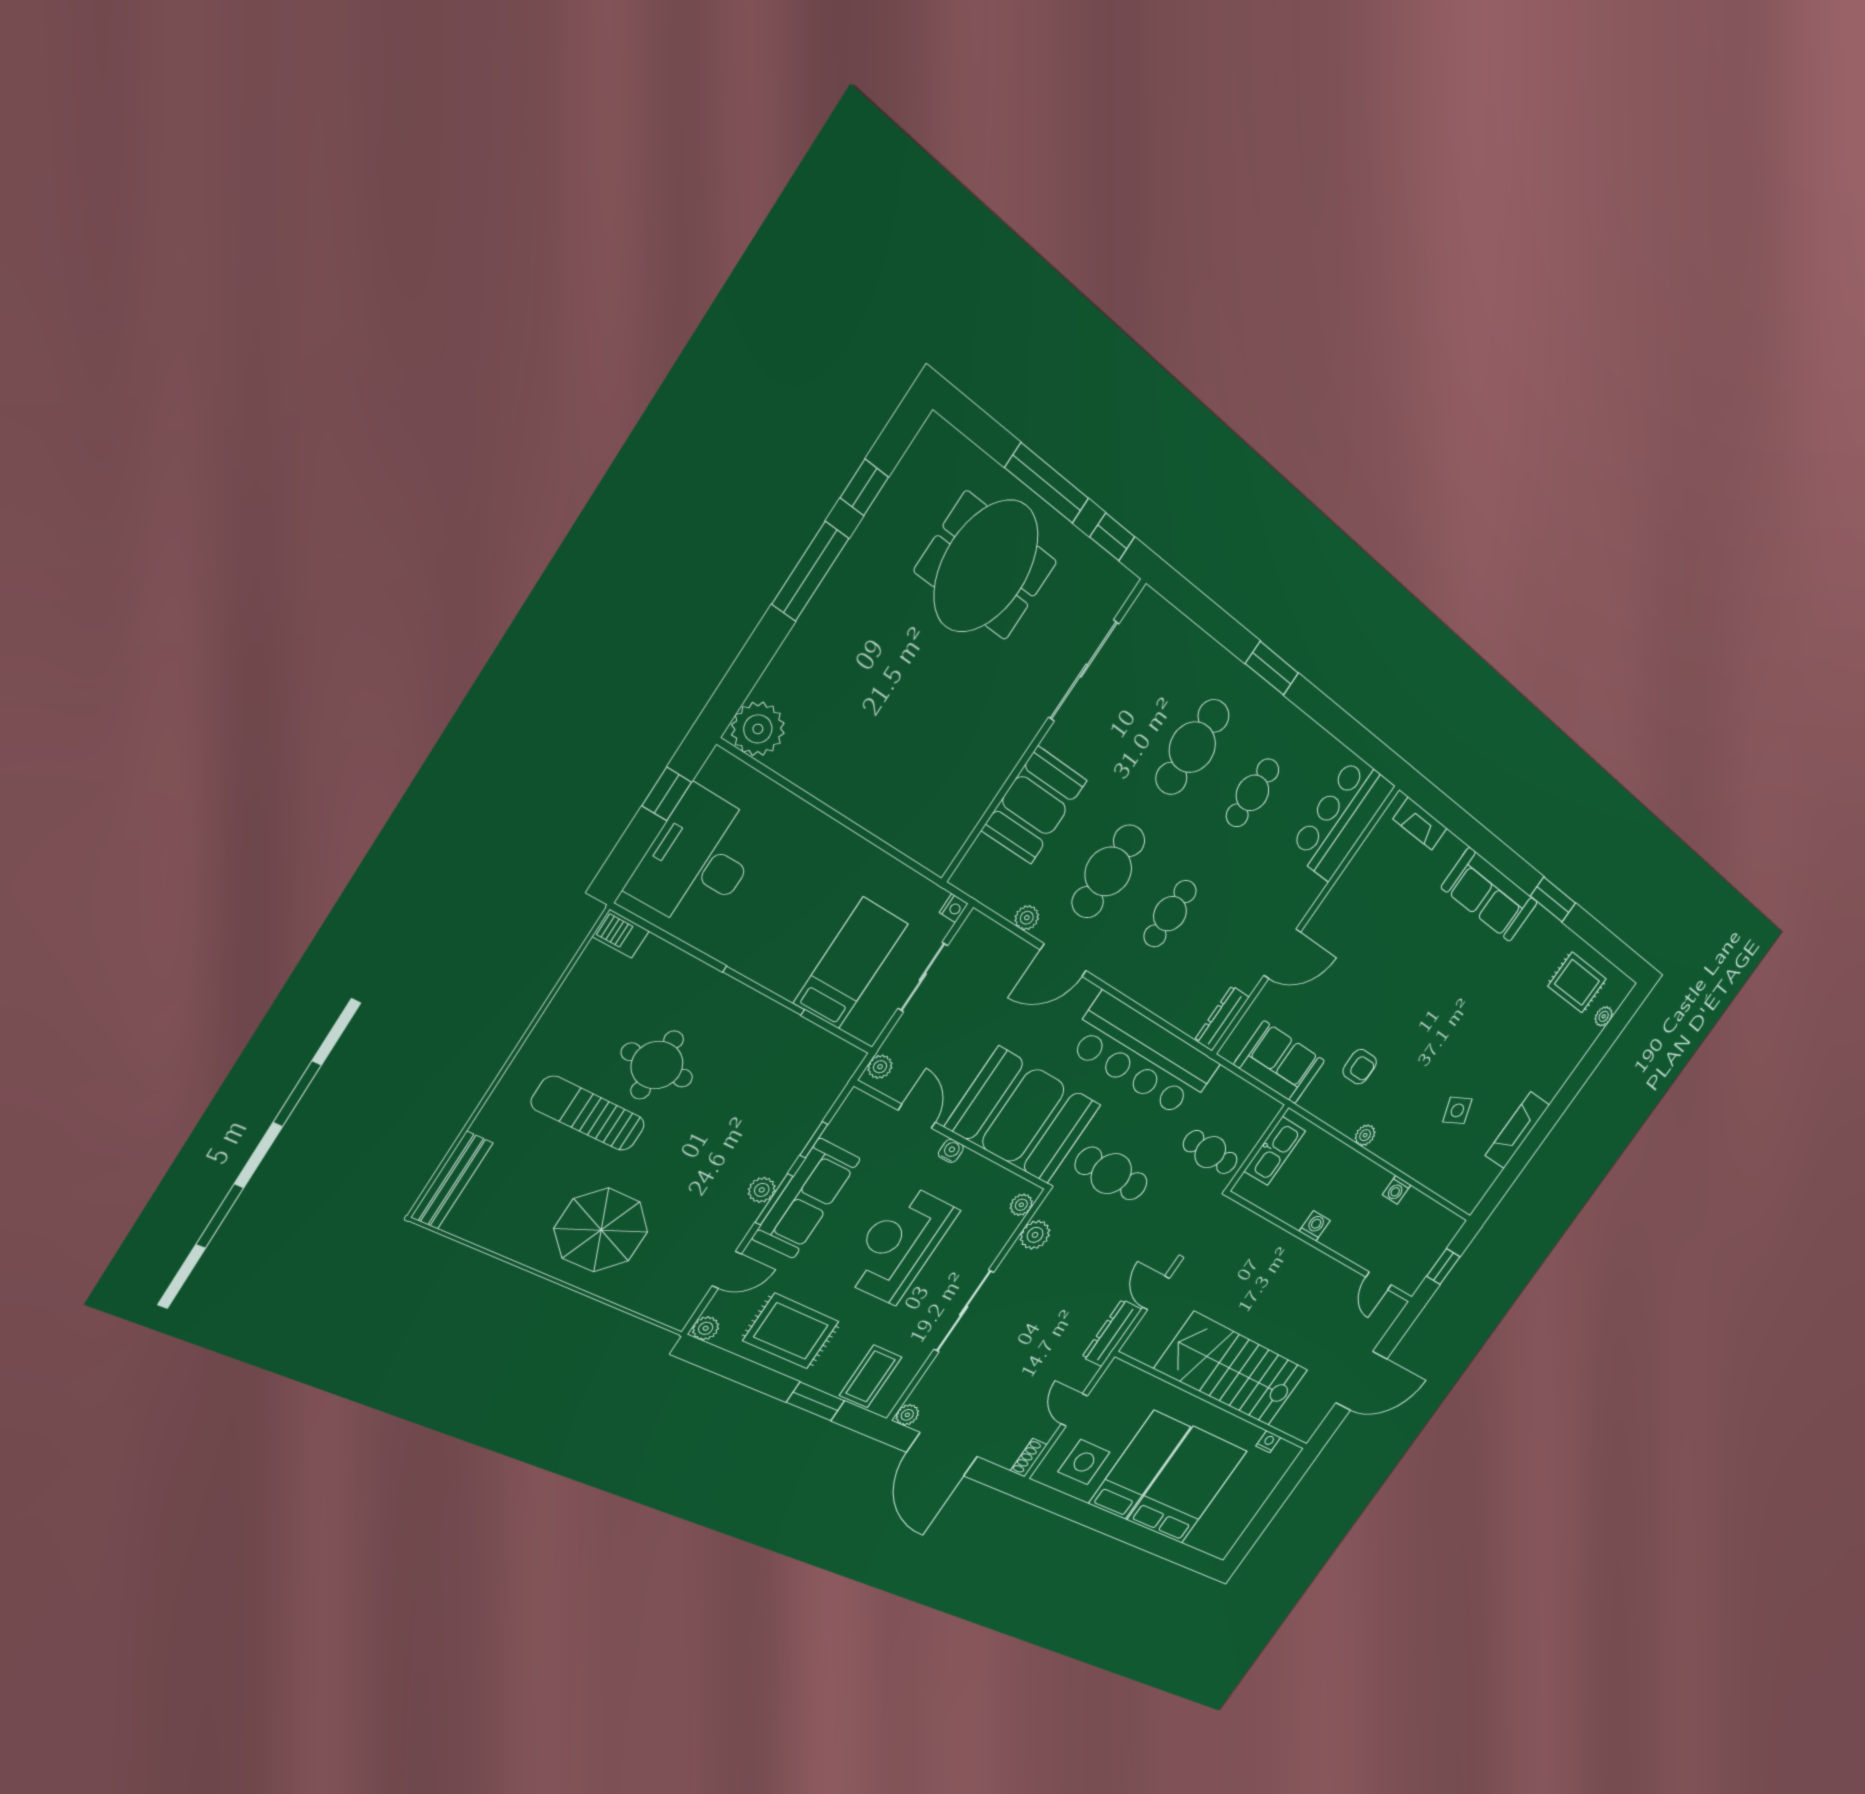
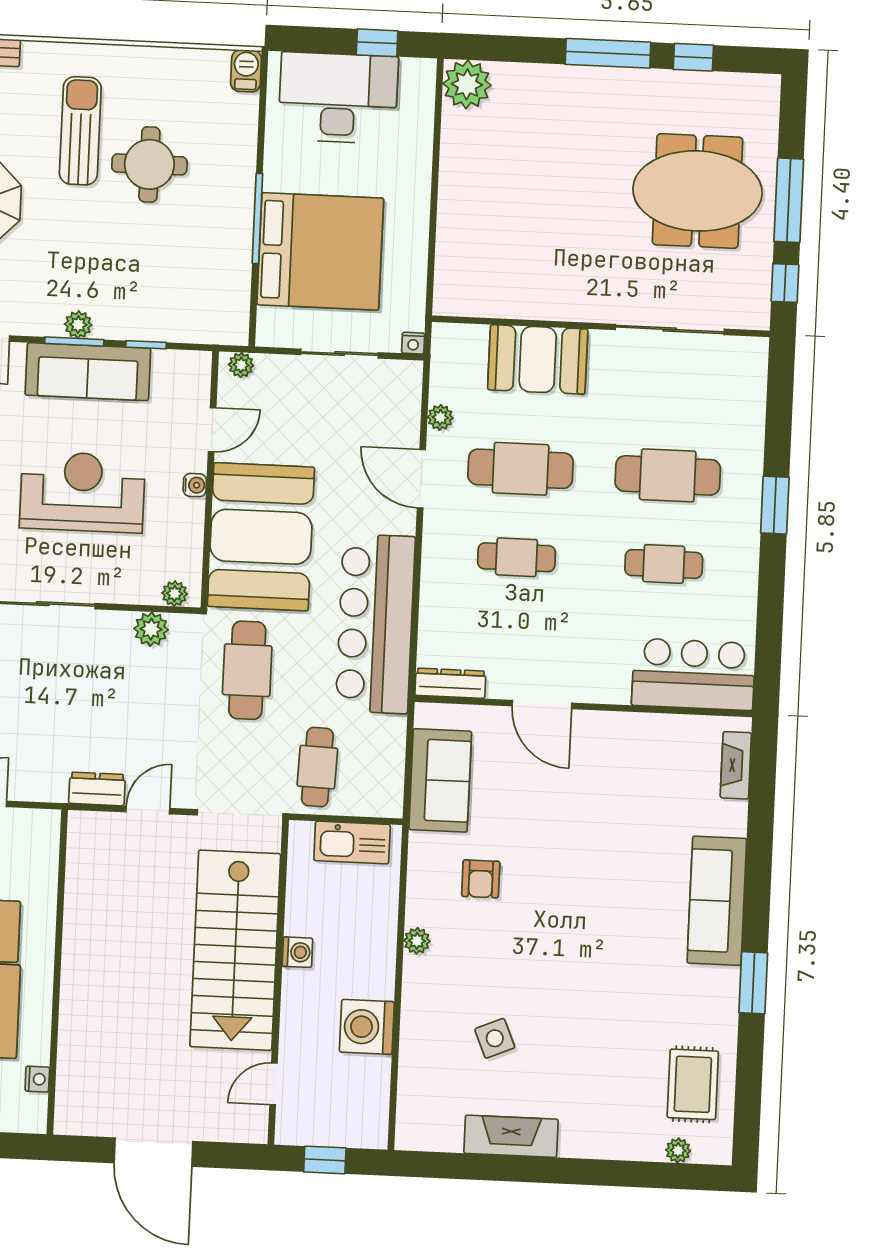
bed: (851, 963) -> (320, 251), width x2.04
washing machine: (1397, 1190) -> (367, 1027), width x1.89, depth x1.89
dresser: (1112, 1333) -> (97, 789), width x0.70
stairs: (1232, 1369) -> (235, 950), moved, turned 180

